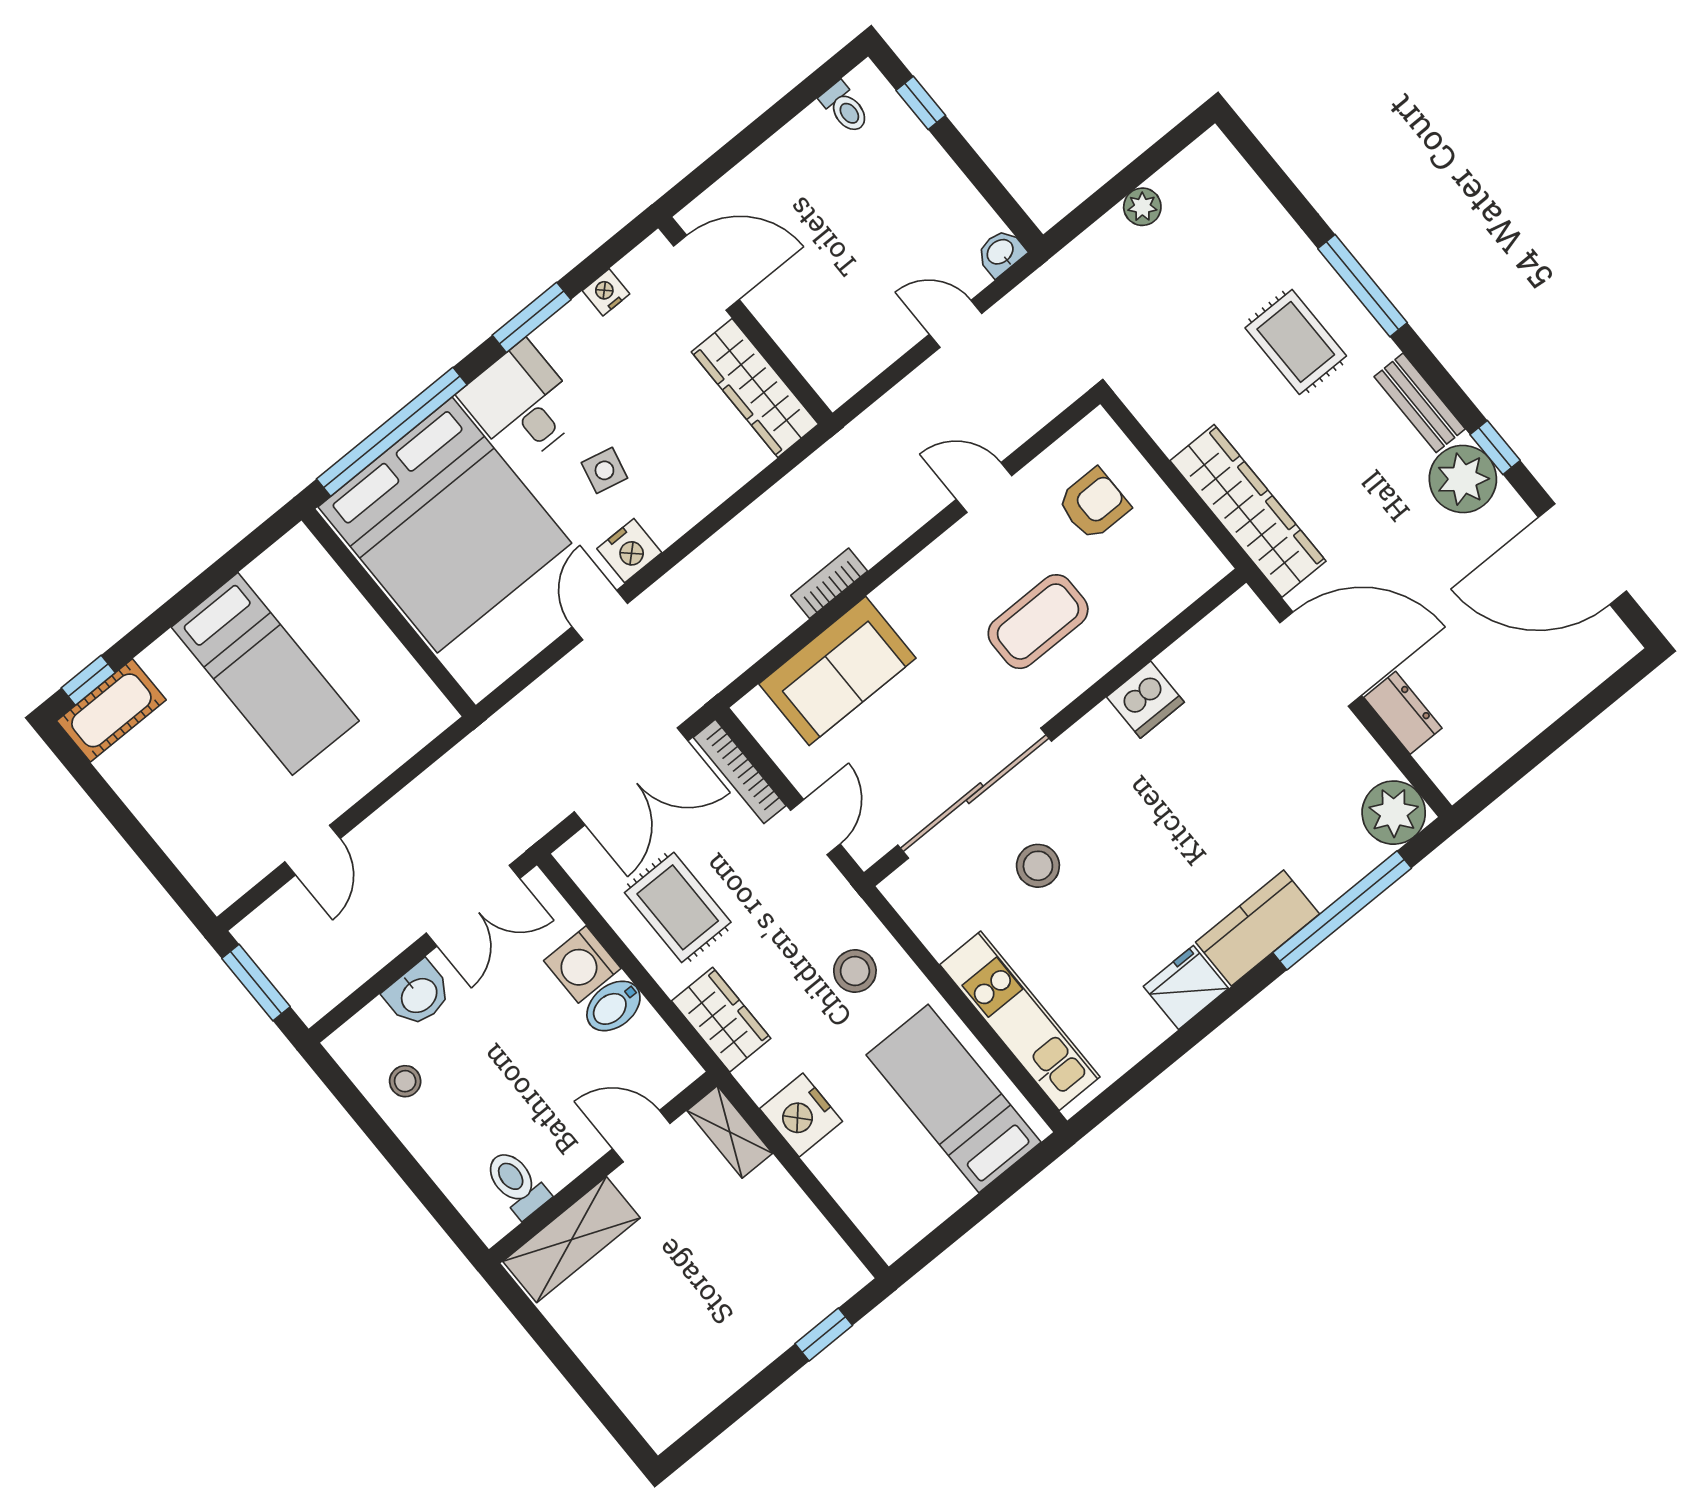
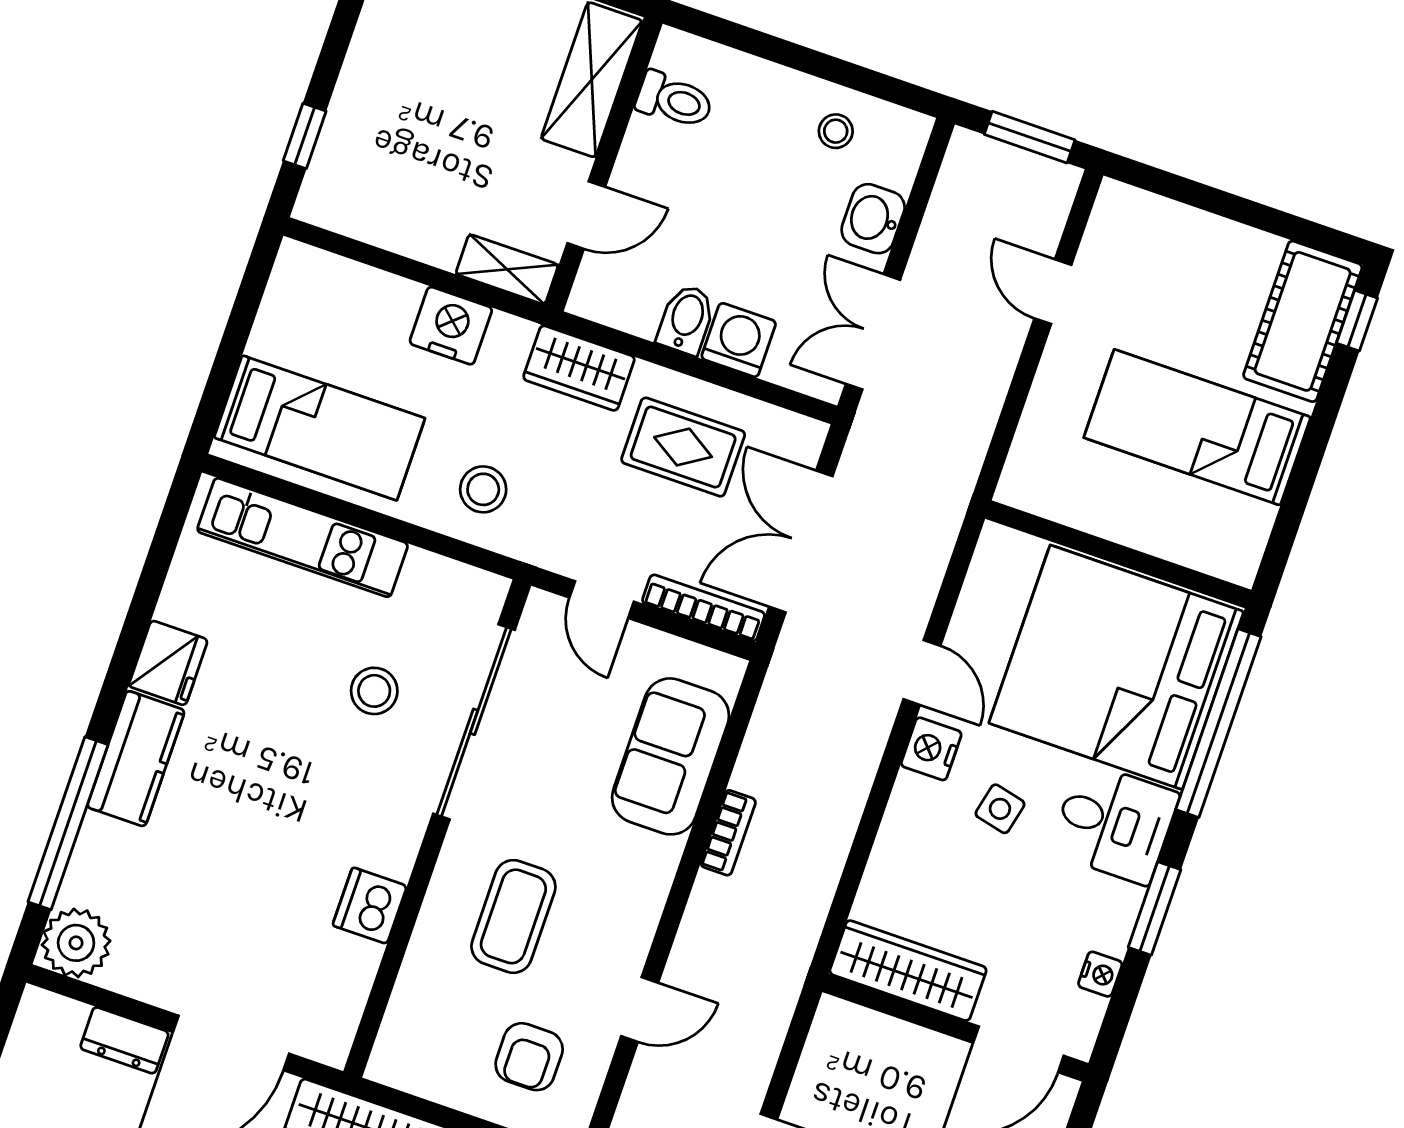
cot: (111, 710) -> (1303, 321), width x1.37, depth x1.34

